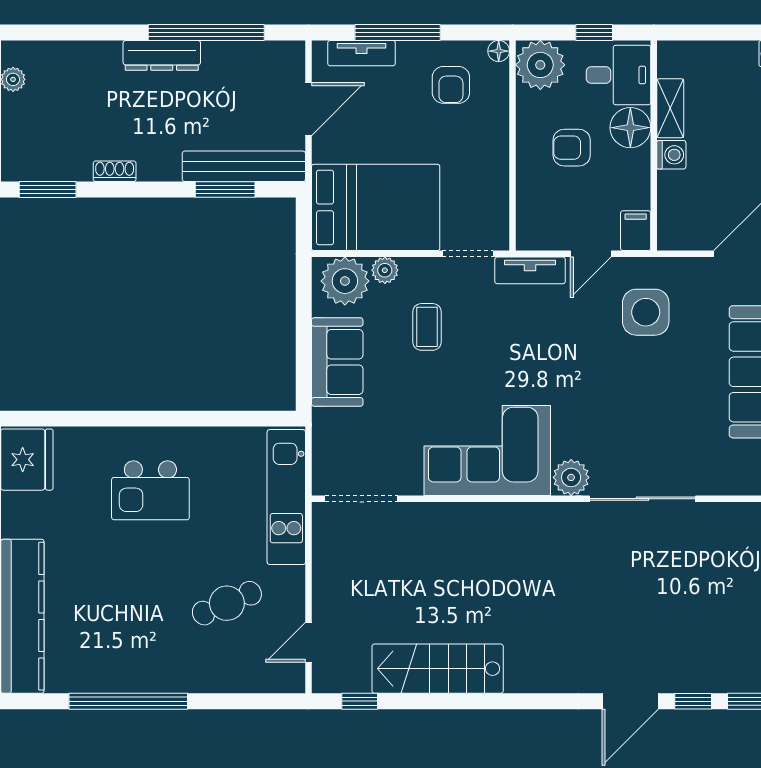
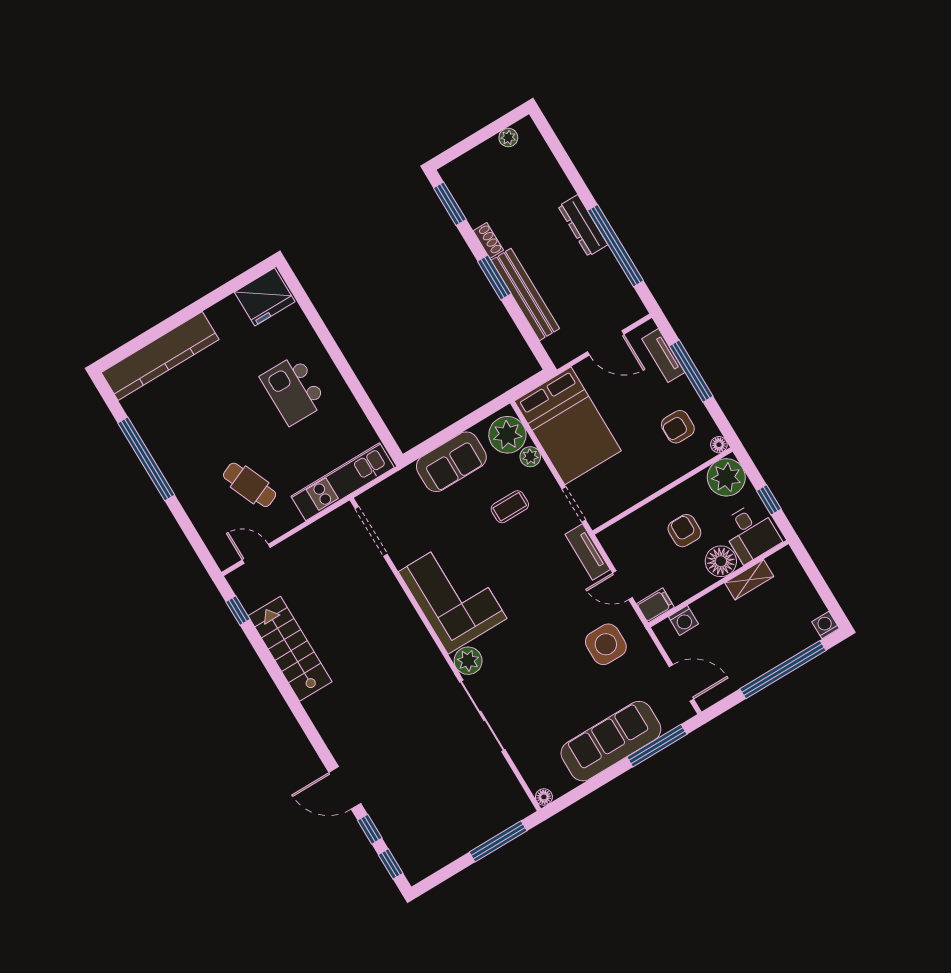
washing machine: (671, 155) -> (683, 620), moved
bench: (244, 166) -> (525, 294), moved
window: (225, 189) -> (494, 277), moved

